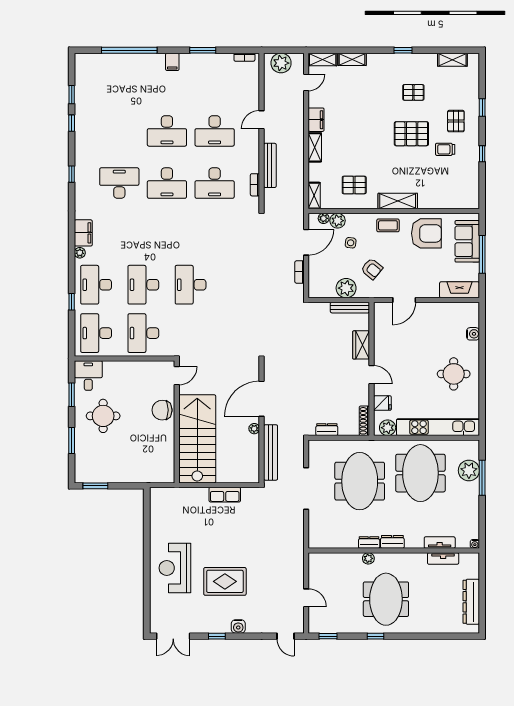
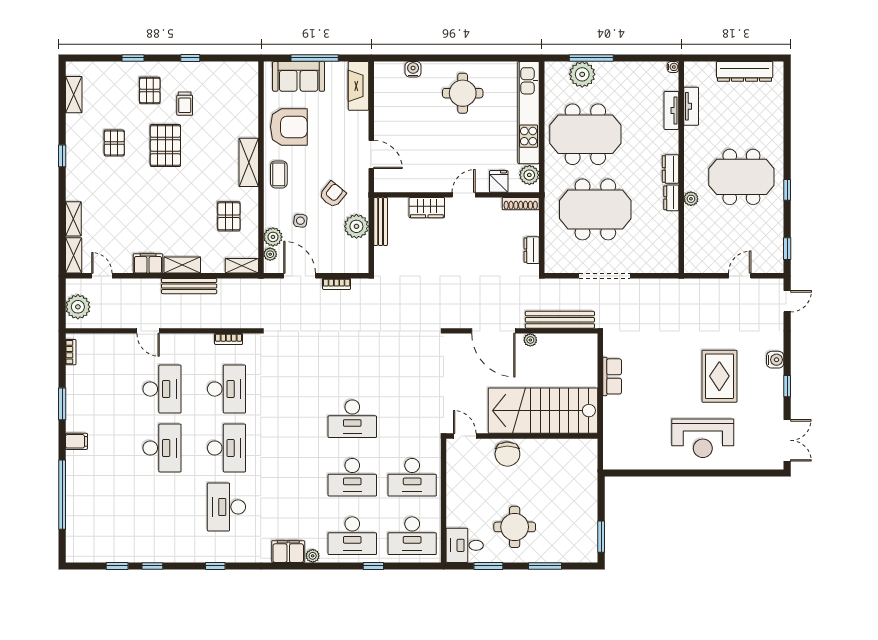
pallet: (456, 121) -> (150, 90), turned 90
bench: (270, 165) -> (189, 286), moved
armchair: (426, 233) -> (289, 127), turned 90

